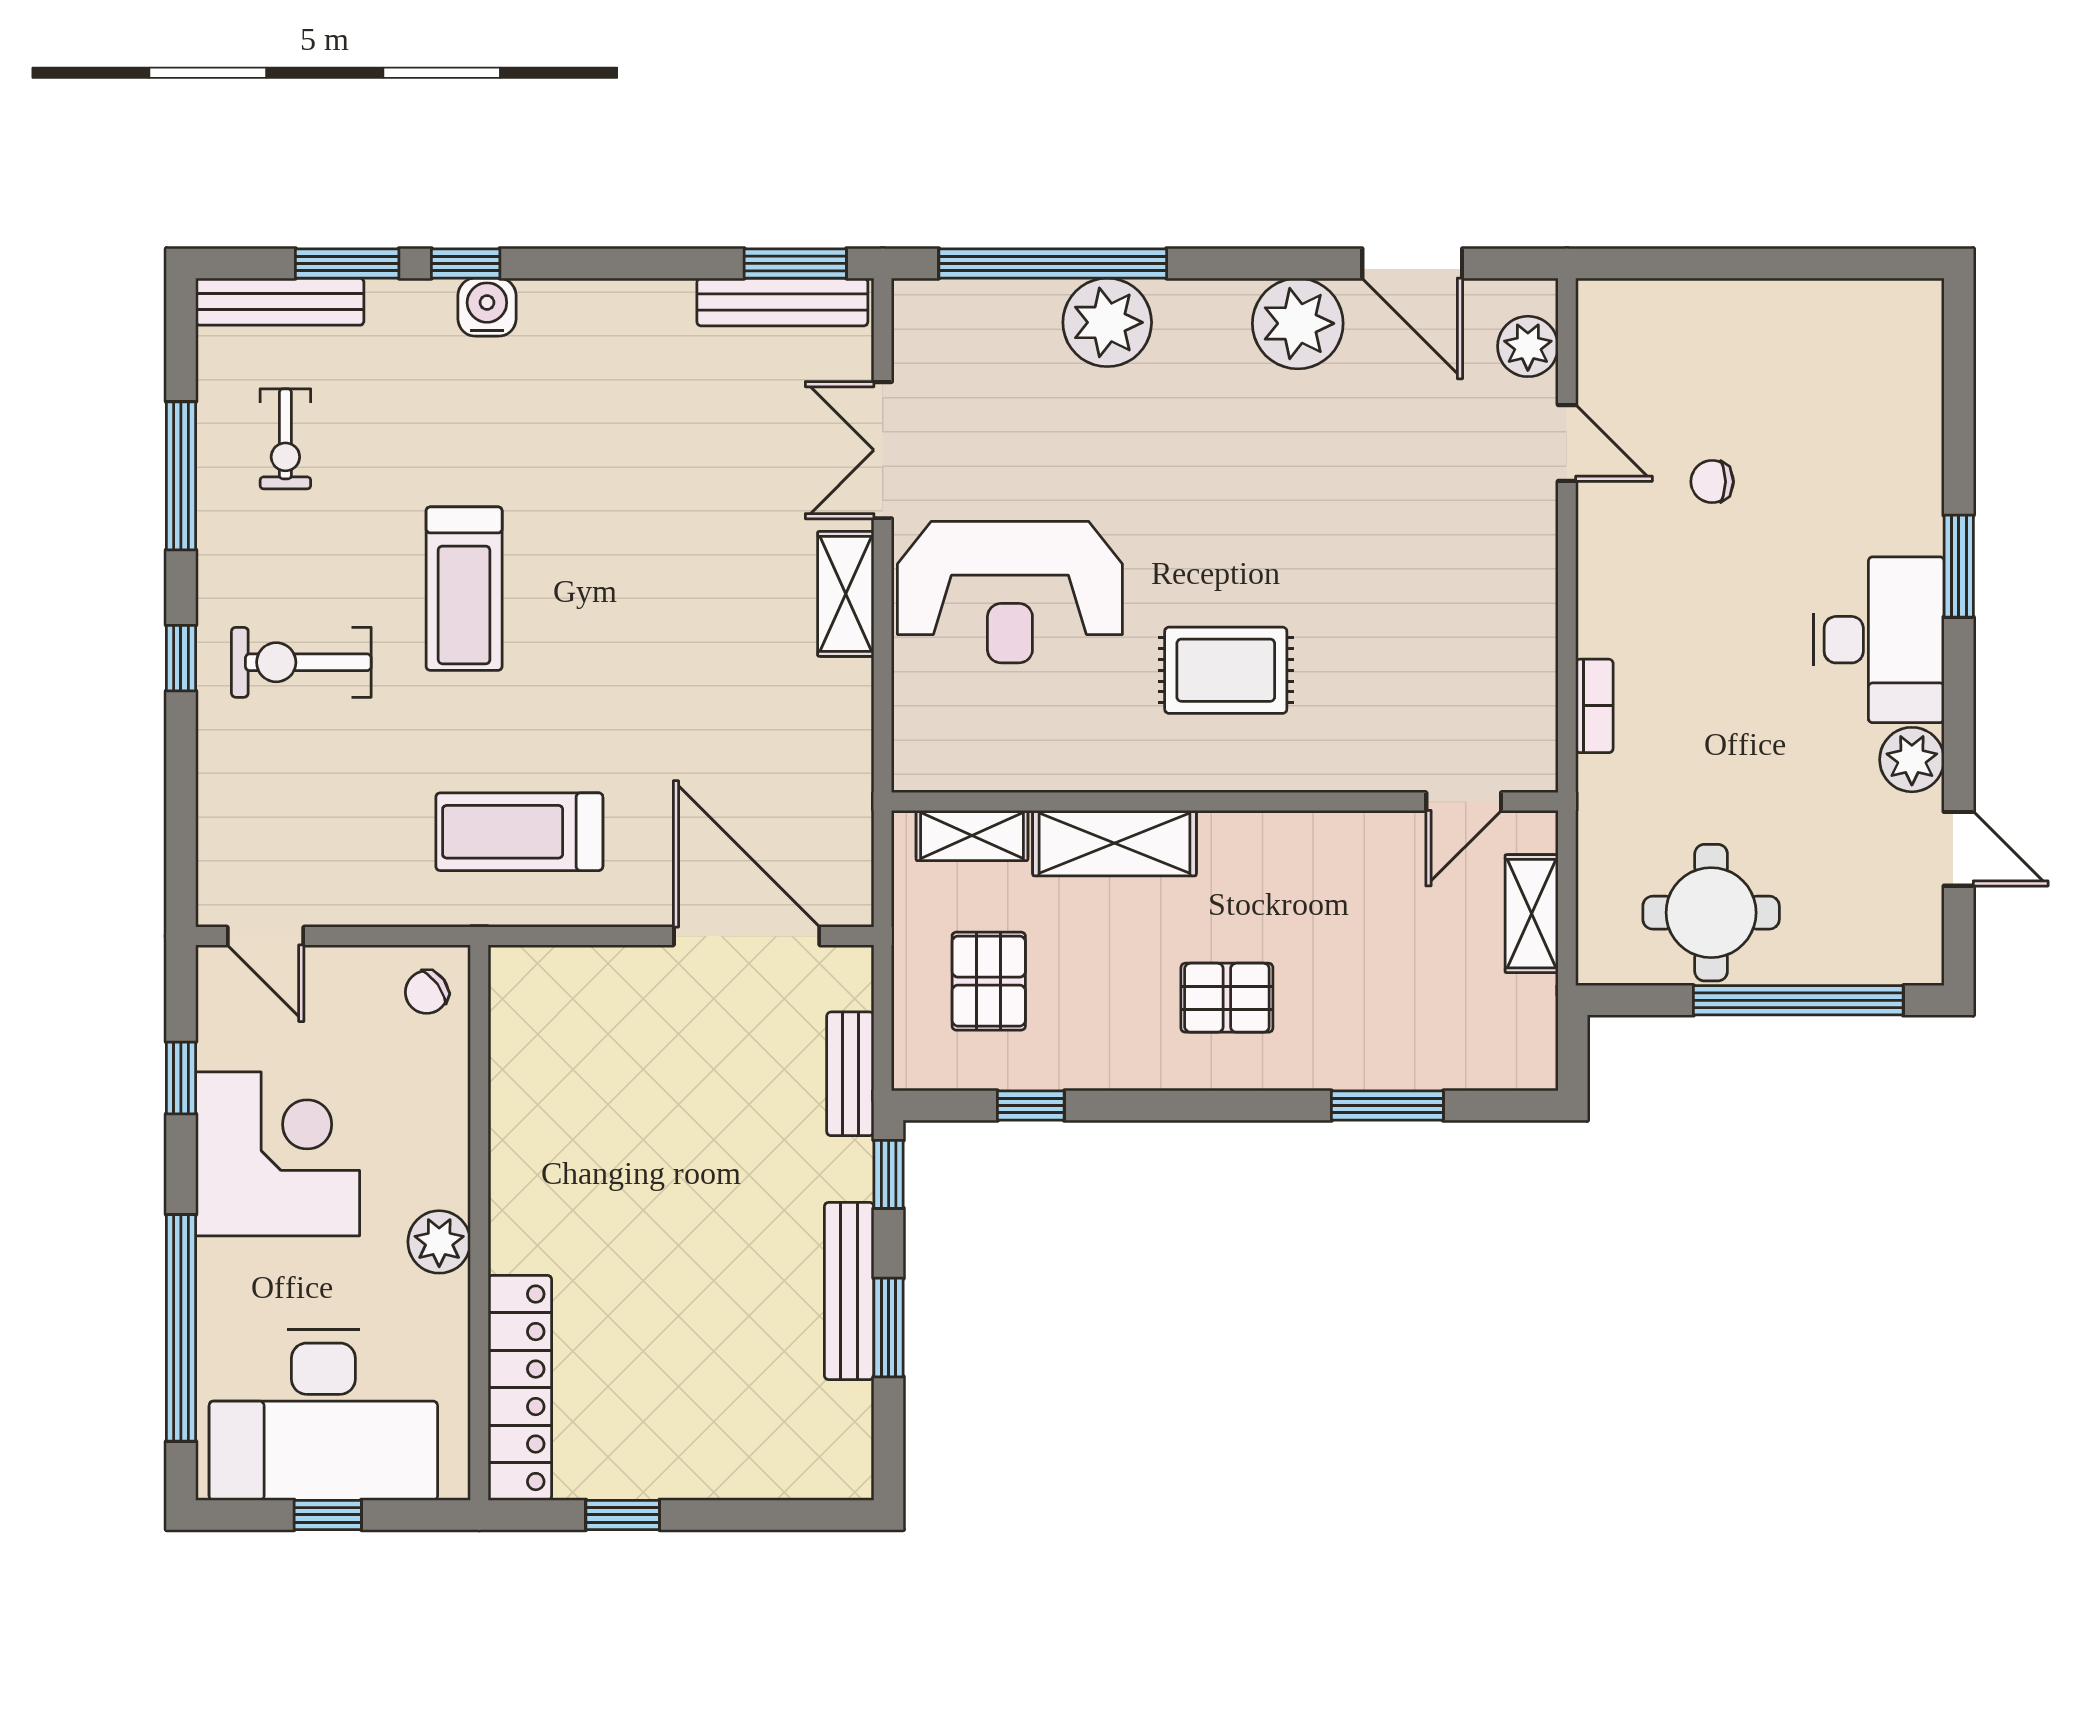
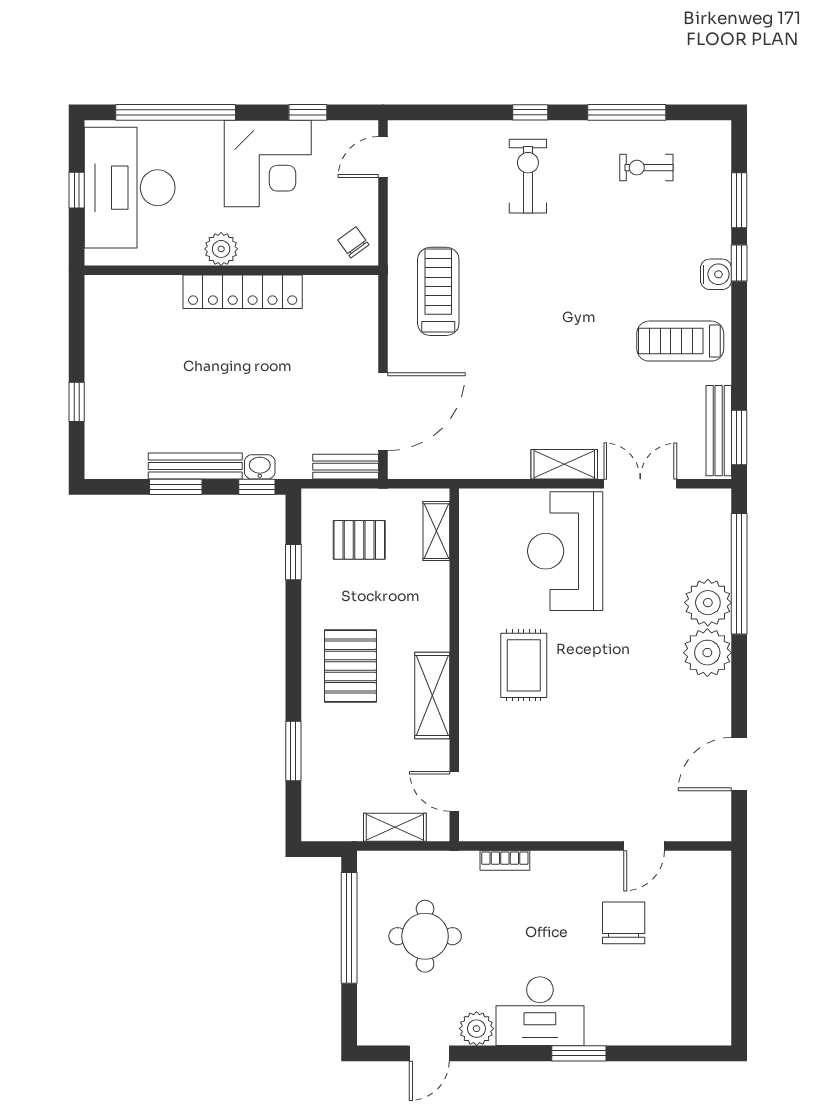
bench: (280, 302) -> (719, 165), removed
plant: (1298, 323) -> (707, 653), moved
plant: (1528, 346) -> (695, 825), removed
chair: (1712, 482) -> (624, 923), width x1.87, depth x1.87
treadmill: (464, 589) -> (680, 341), moved
shelving: (1114, 843) -> (432, 695), moved
round table: (1711, 913) -> (425, 936), moved
pallet: (1227, 998) -> (350, 666), width x1.50, depth x1.42
window: (1798, 1000) -> (349, 928), moved
bench: (850, 1074) -> (346, 467), moved
washbasin: (851, 1169) -> (260, 467), added
locker: (520, 1388) -> (243, 292), moved
window: (623, 1515) -> (77, 402), moved

